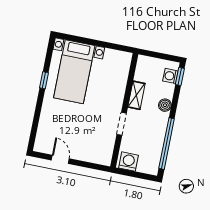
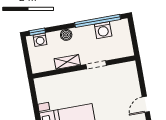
washing machine: (129, 162) -> (103, 30), moved, turned -90

